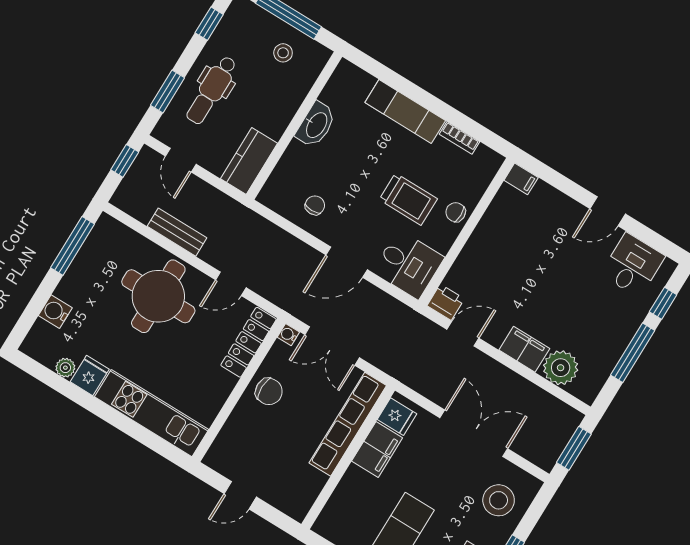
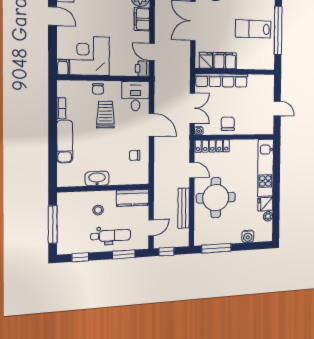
stool: (283, 53) -> (98, 210), moved
corner desk: (514, 231) -> (90, 56), added
bench: (177, 232) -> (184, 208), width x1.36

